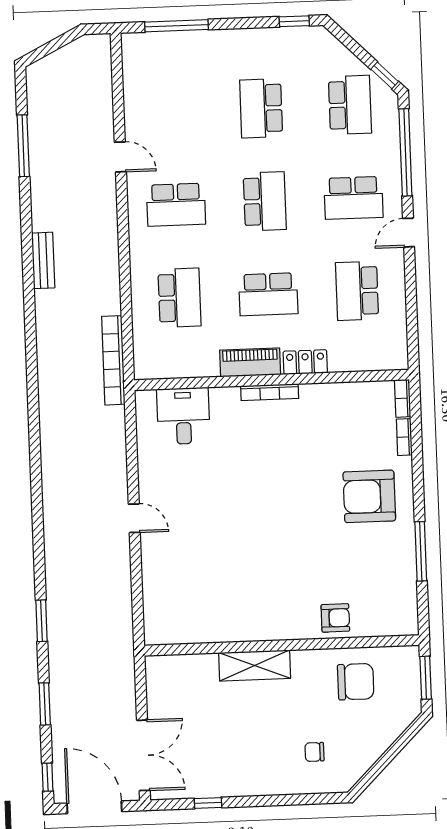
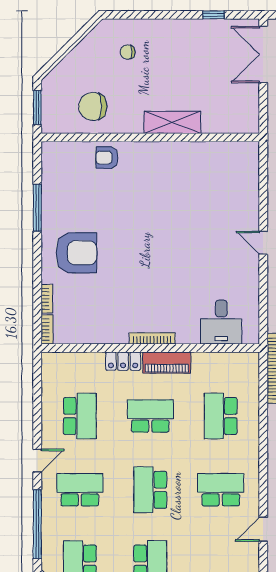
door: (120, 157) -> (263, 529), hinge flipped
chair: (314, 752) -> (128, 52), turned 180

